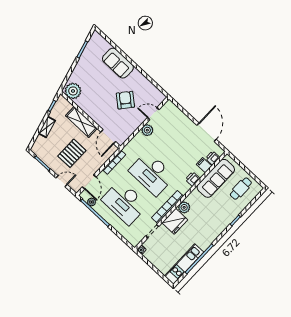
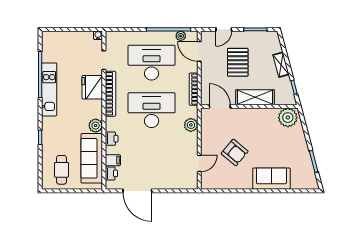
plant: (147, 130) -> (191, 125), moved
plant: (184, 207) -> (96, 126), moved
kitchen unit: (184, 264) -> (49, 89), moved

